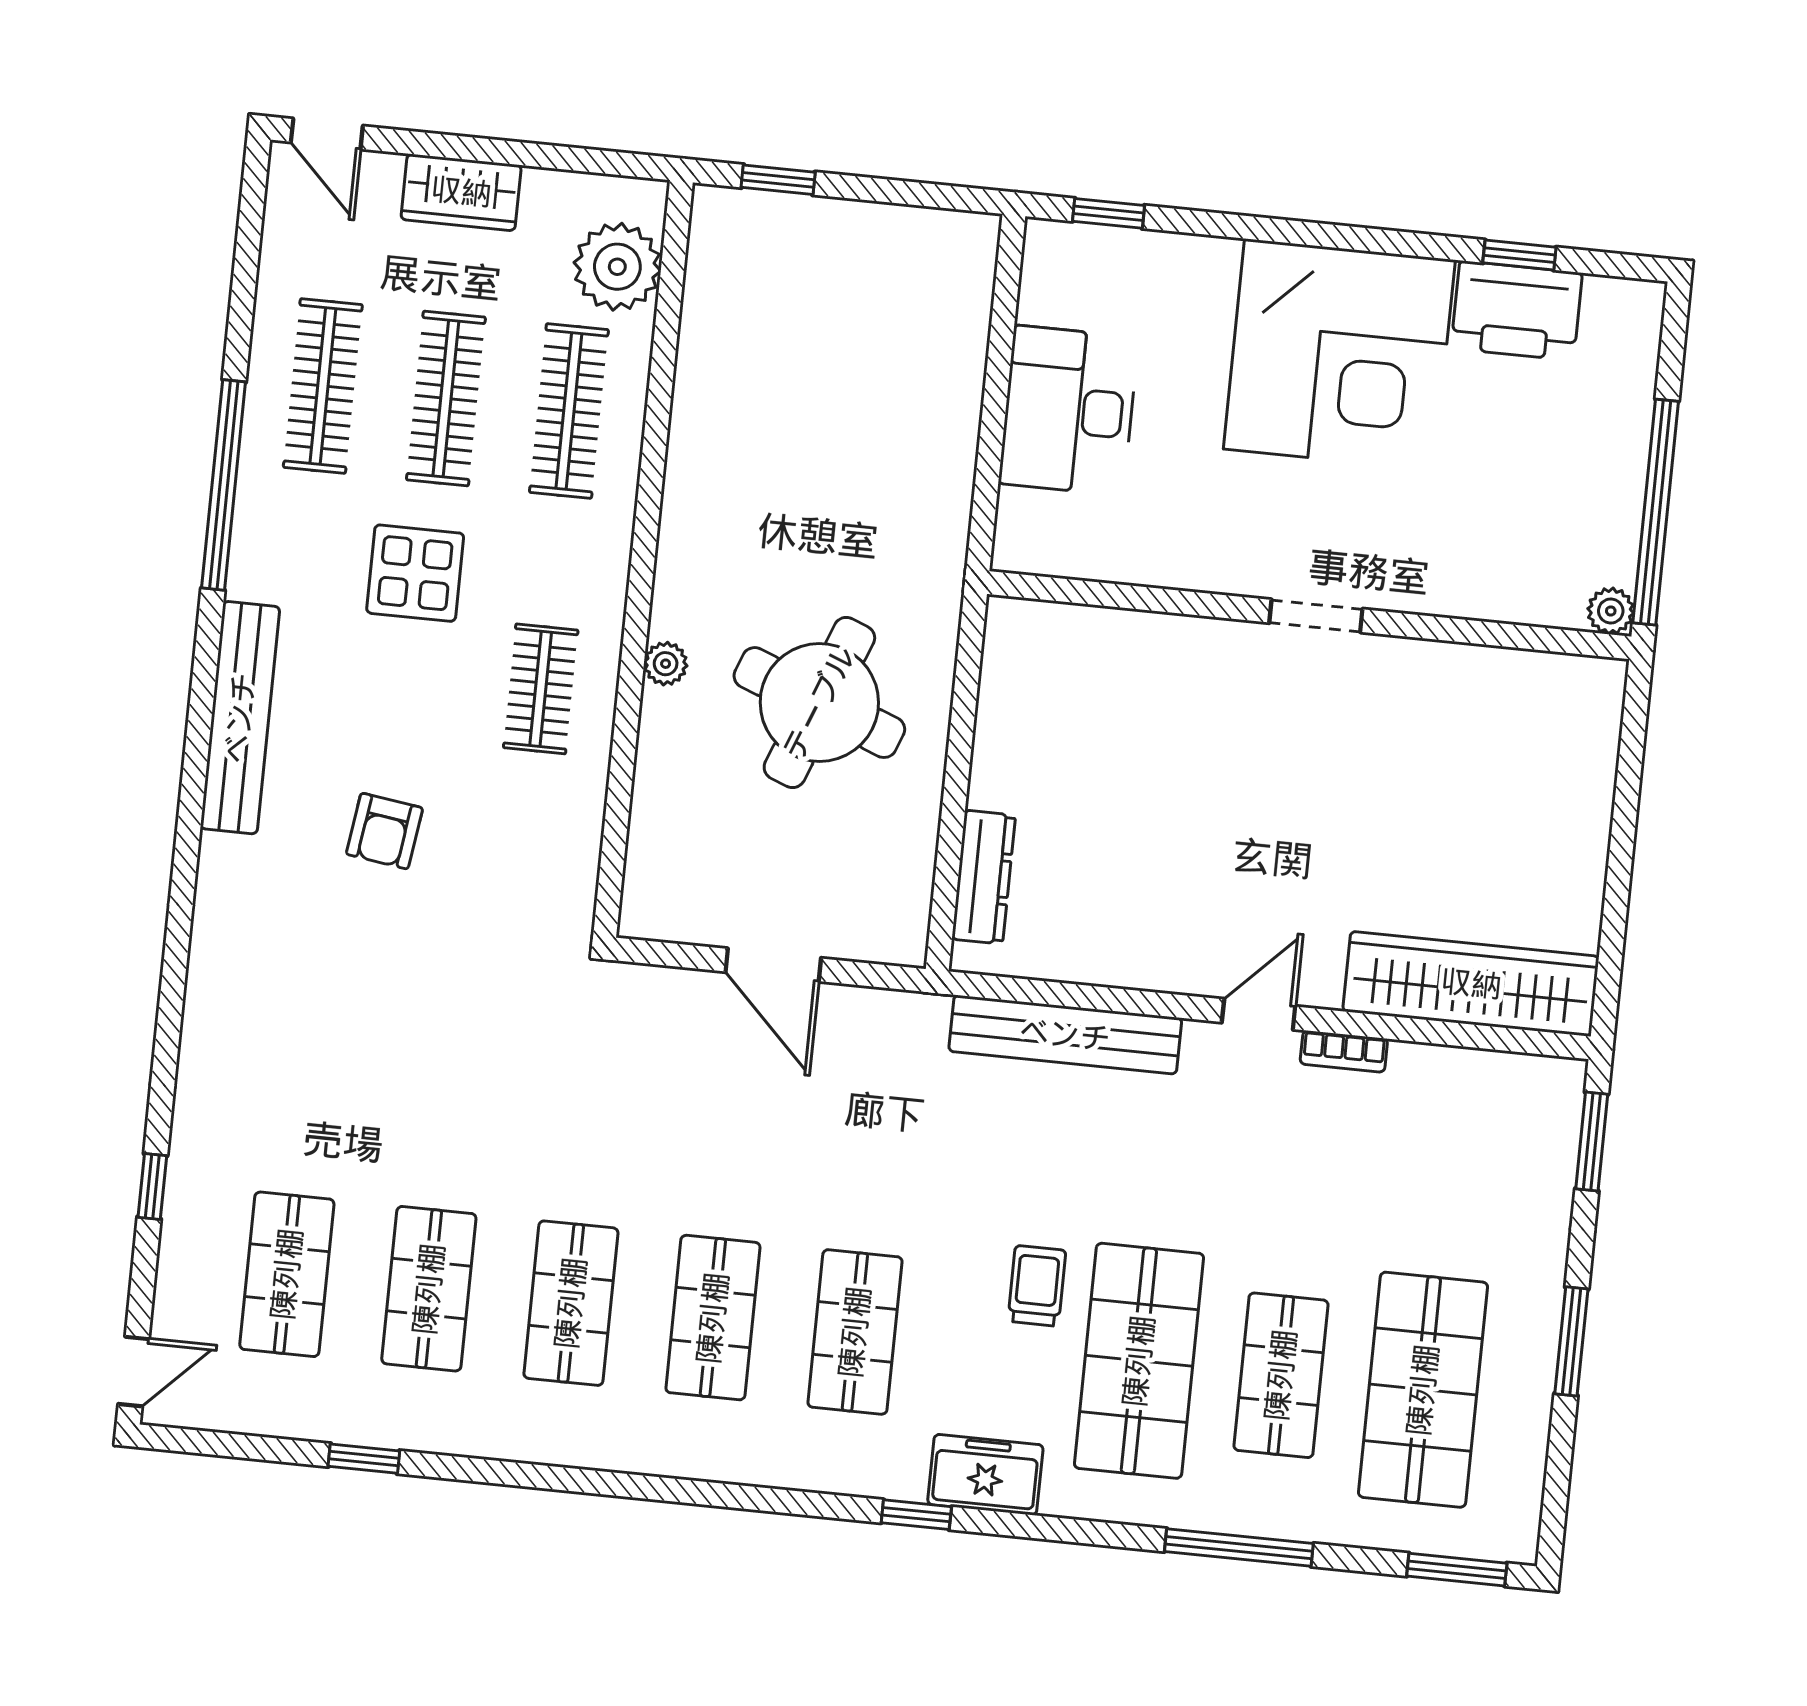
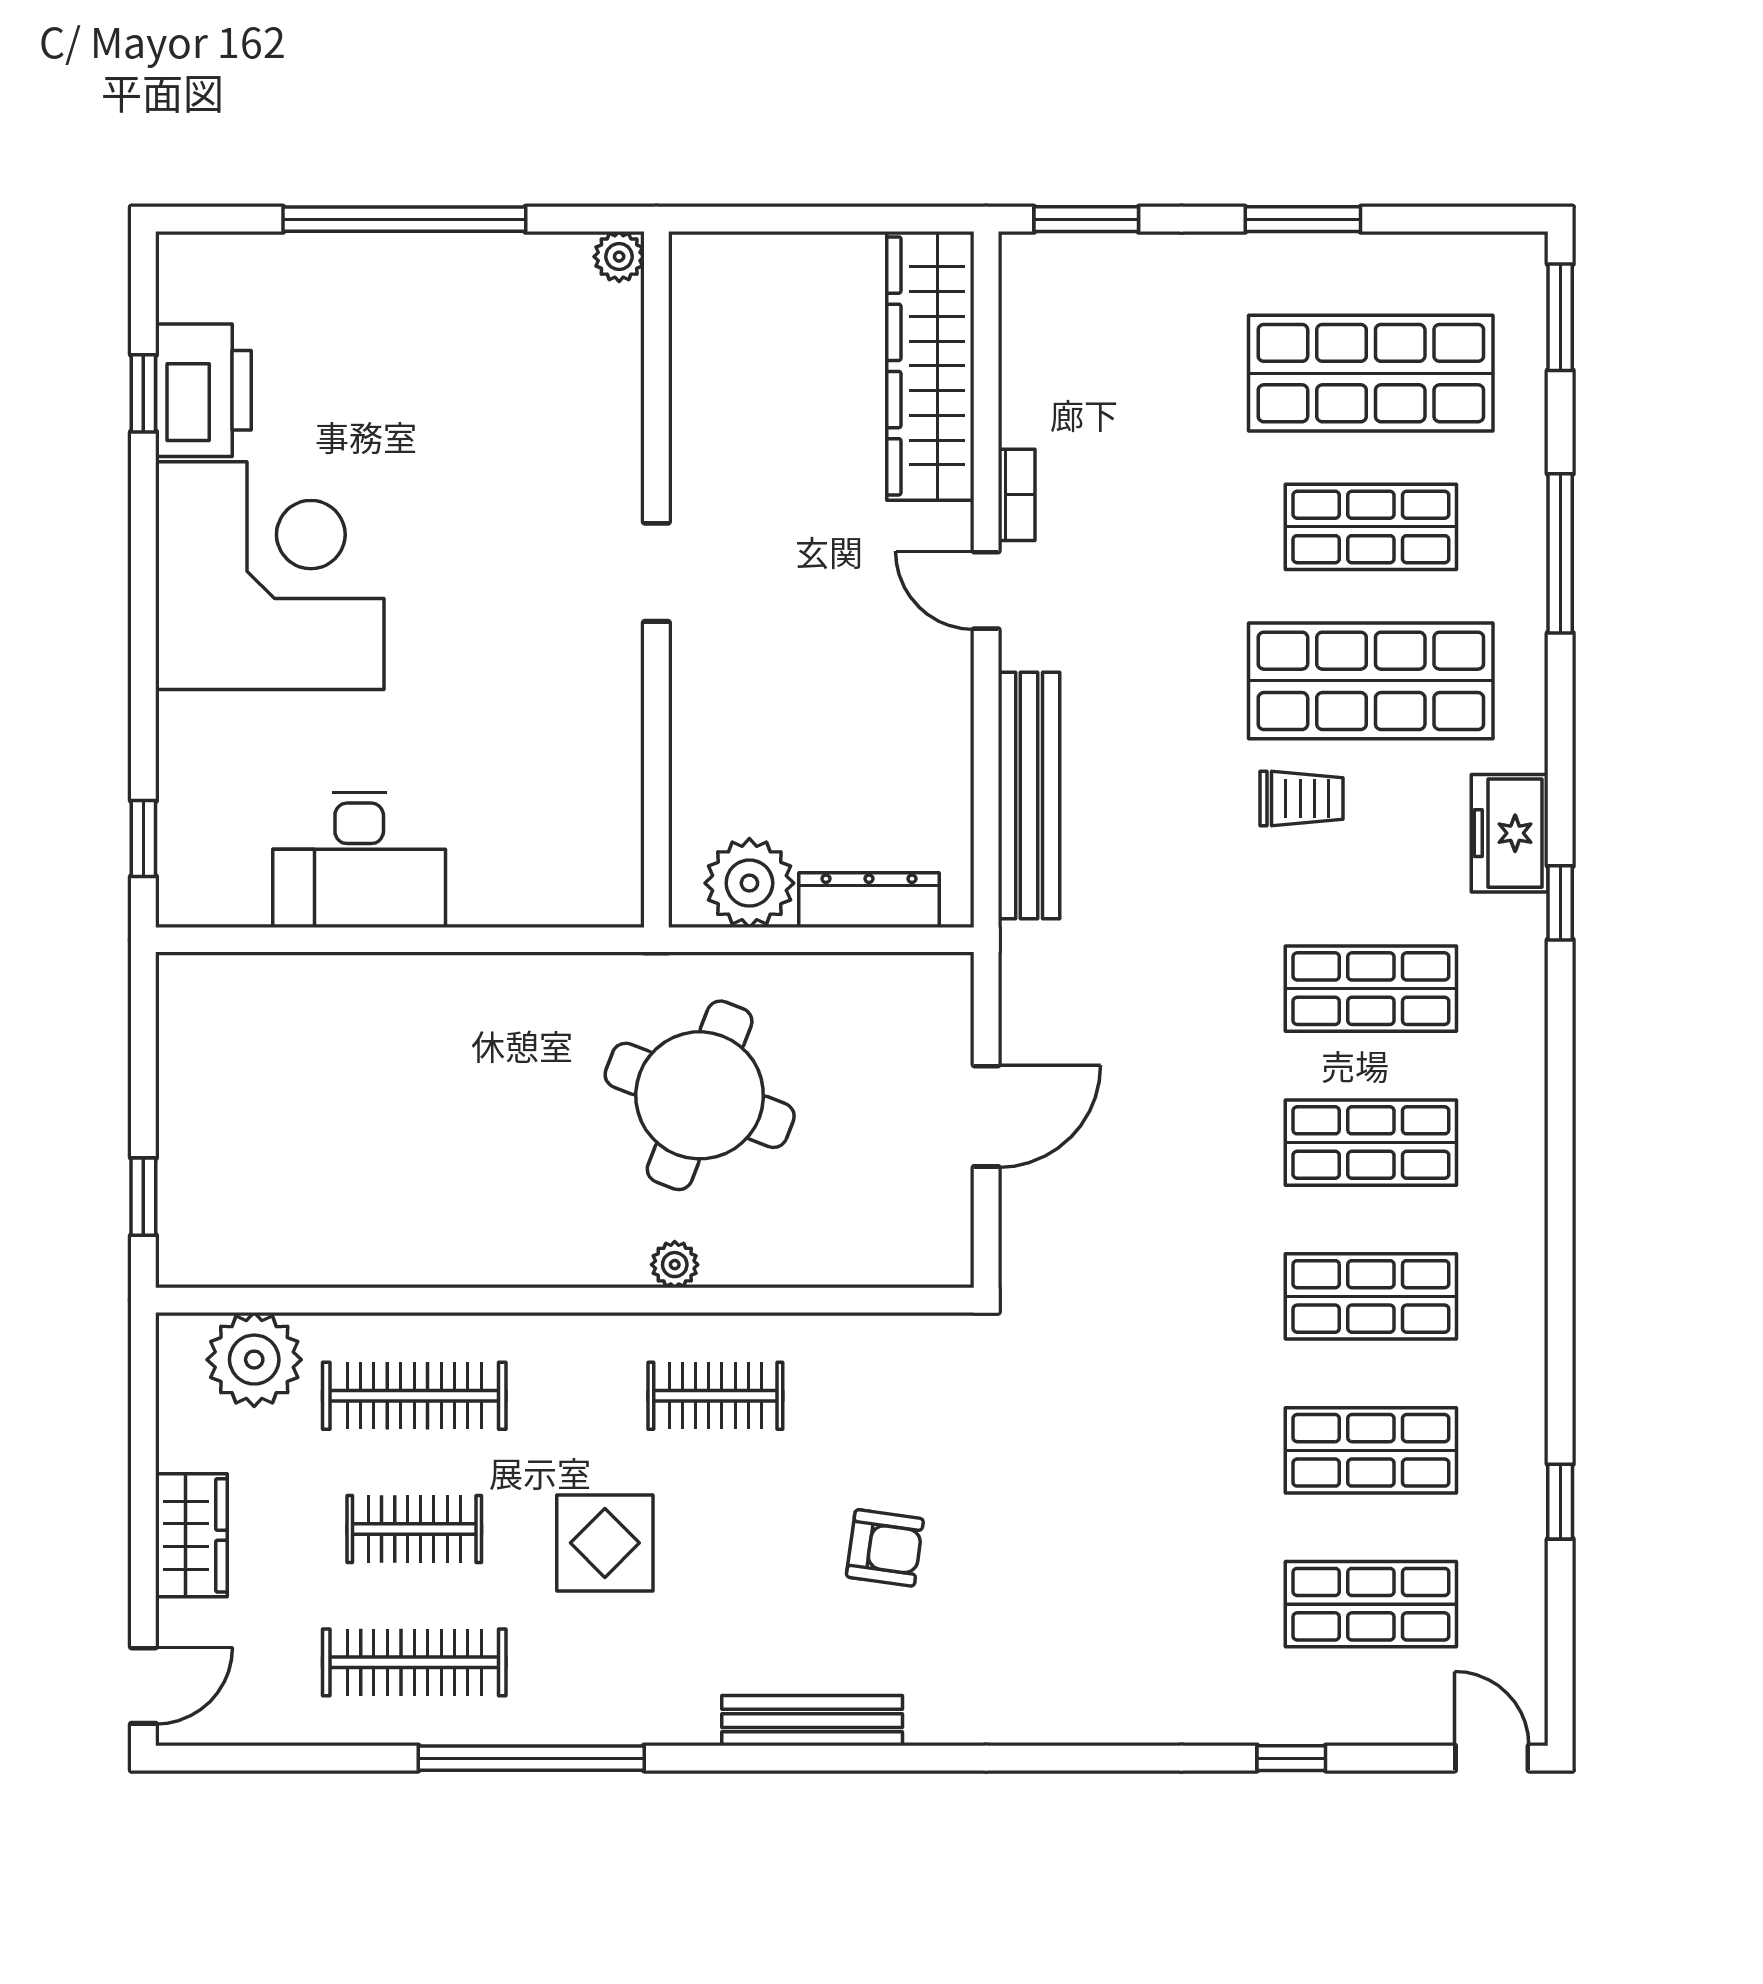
clothes rail: (446, 399) -> (414, 1529), width x0.73
plant: (1611, 611) -> (619, 257), moved
wall: (1309, 615) -> (656, 579), moved
doorway: (1316, 616) -> (656, 572), moved
bench: (240, 718) -> (812, 1721), width x0.73, depth x0.82
plant: (1011, 768) -> (749, 883), added
trolley: (1037, 1286) -> (1302, 799), turned 180

